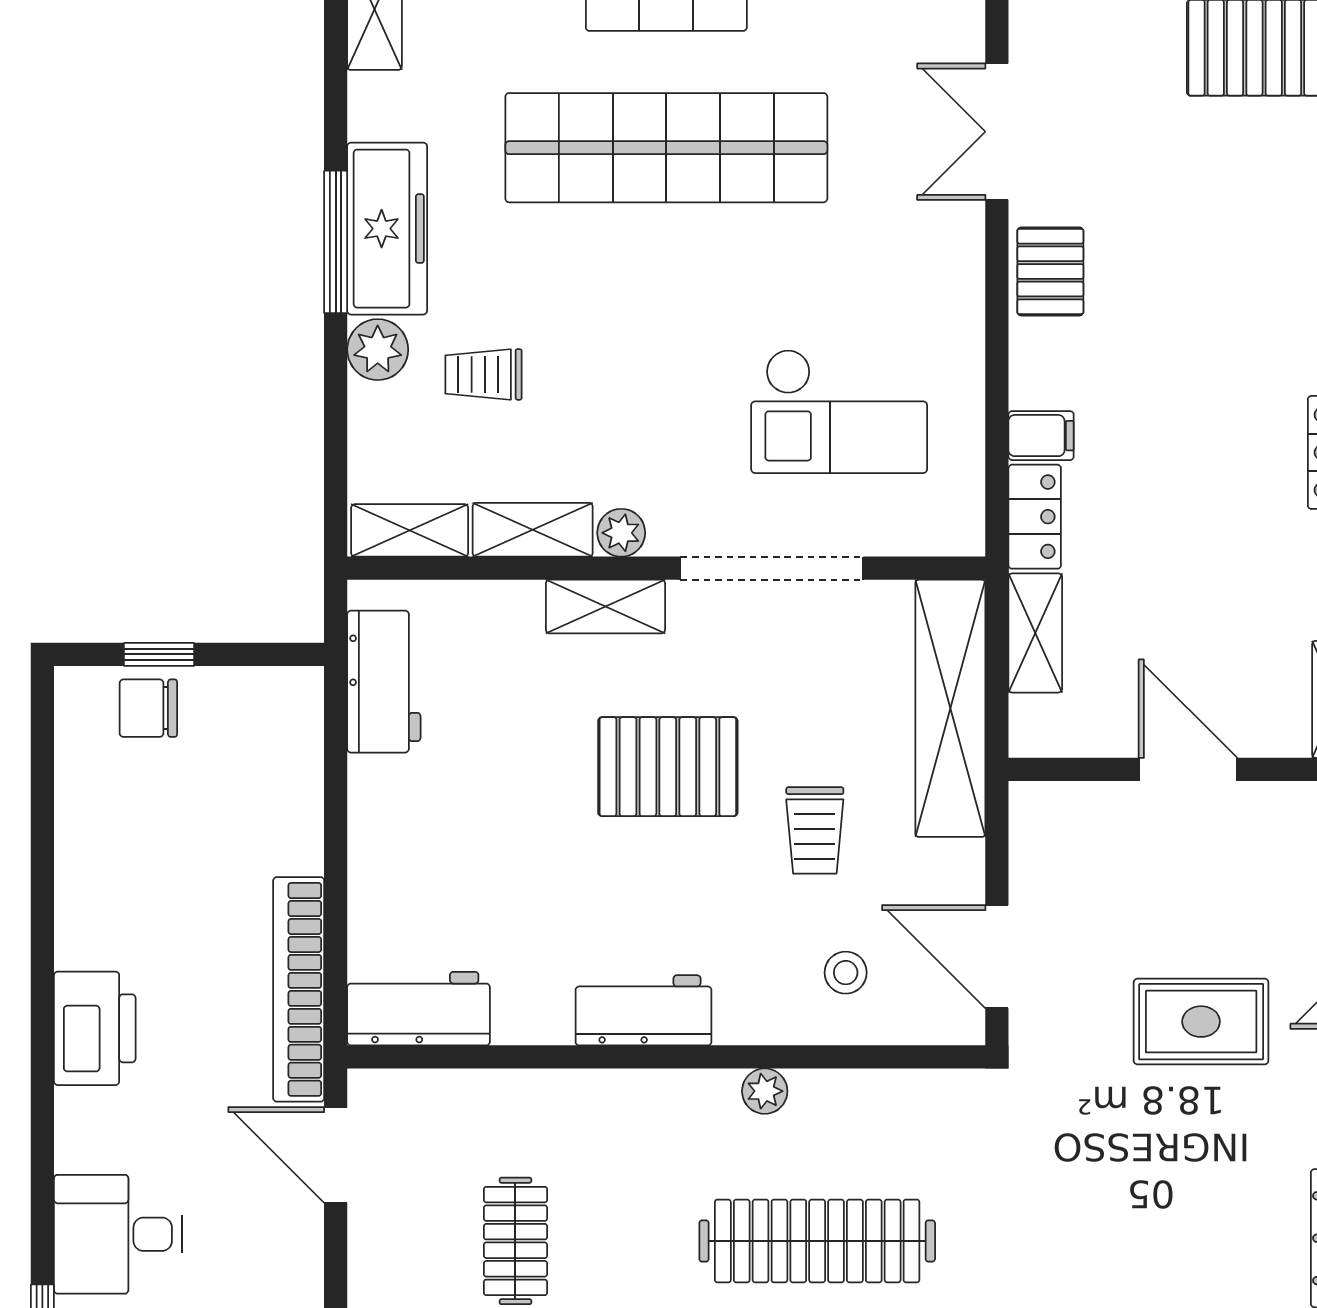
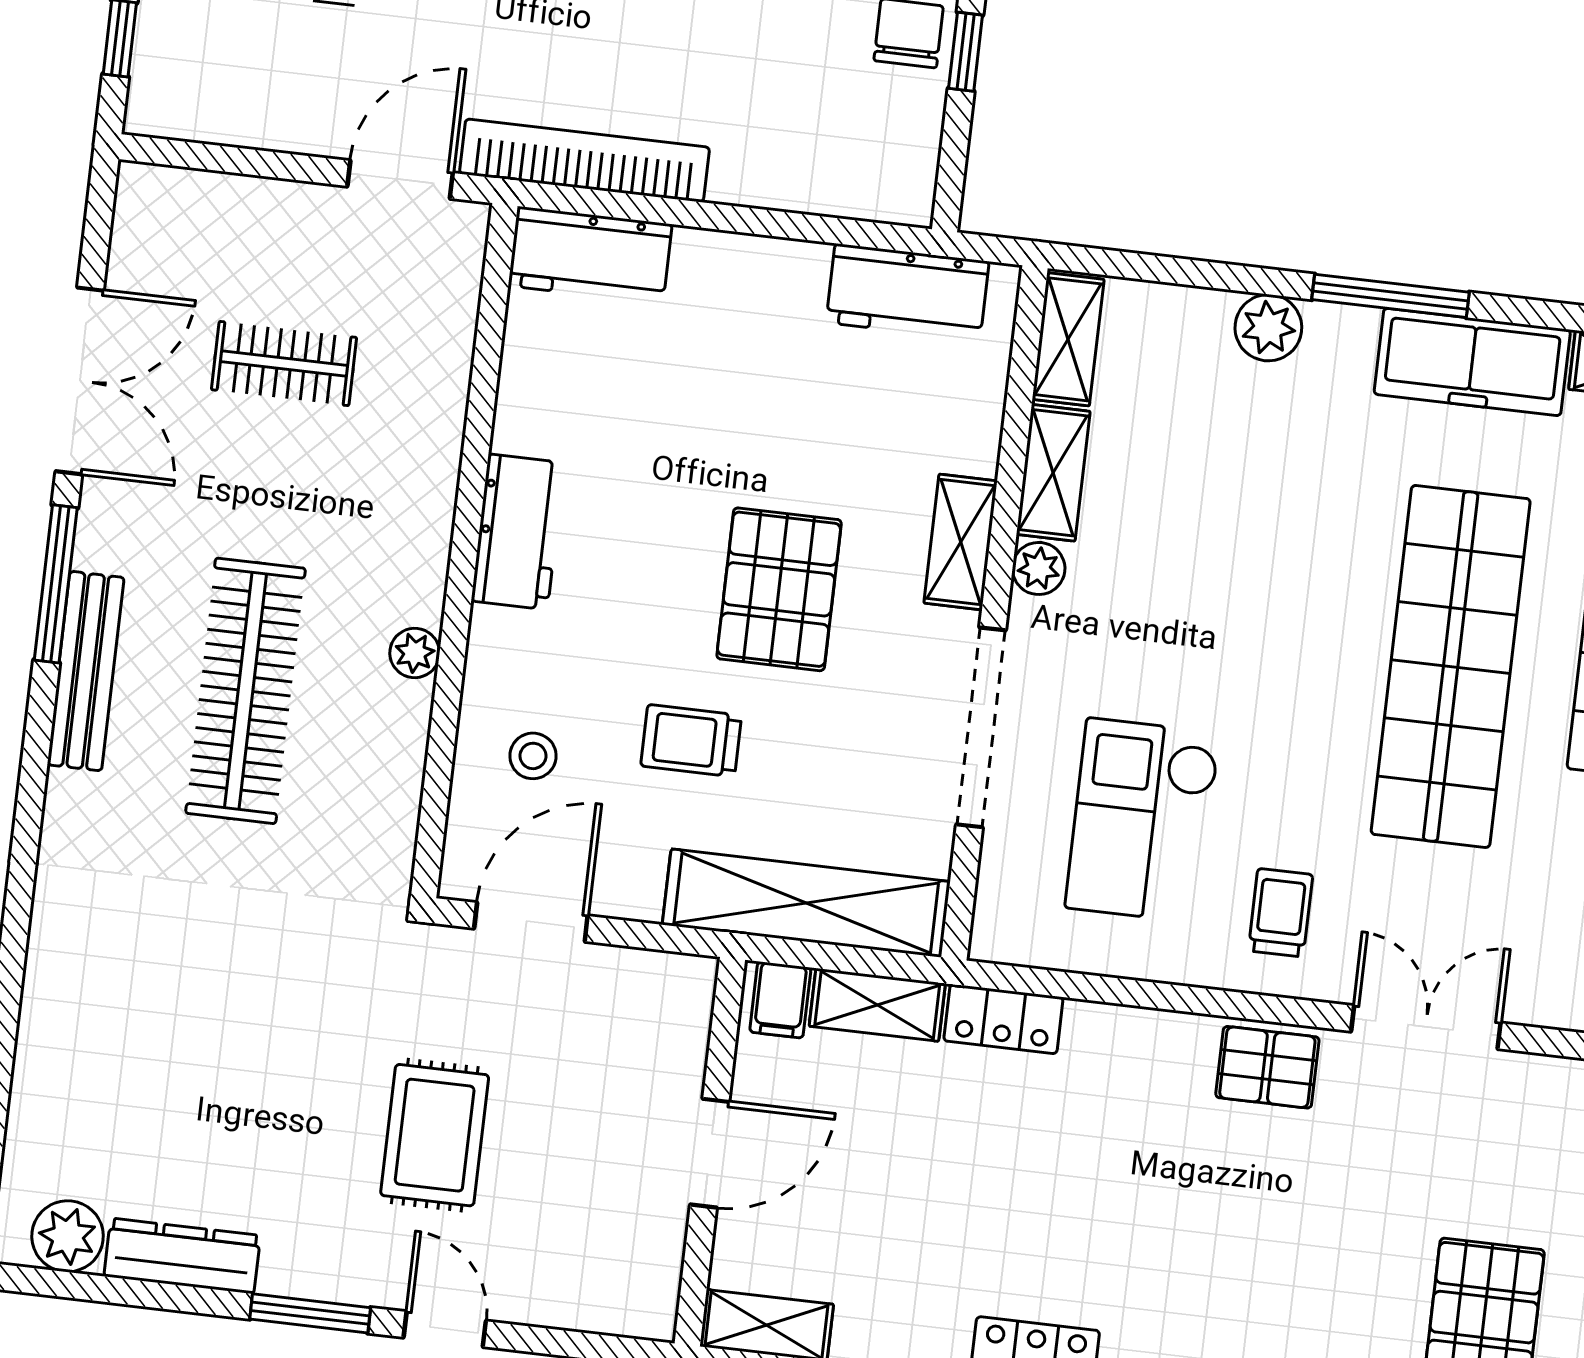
freezer: (387, 229) -> (1472, 362), moved
trolley: (483, 374) -> (1281, 913), moved
filing cabinet: (1041, 436) -> (780, 1000), moved
workbench: (419, 1009) -> (590, 255), moved, turned 90

